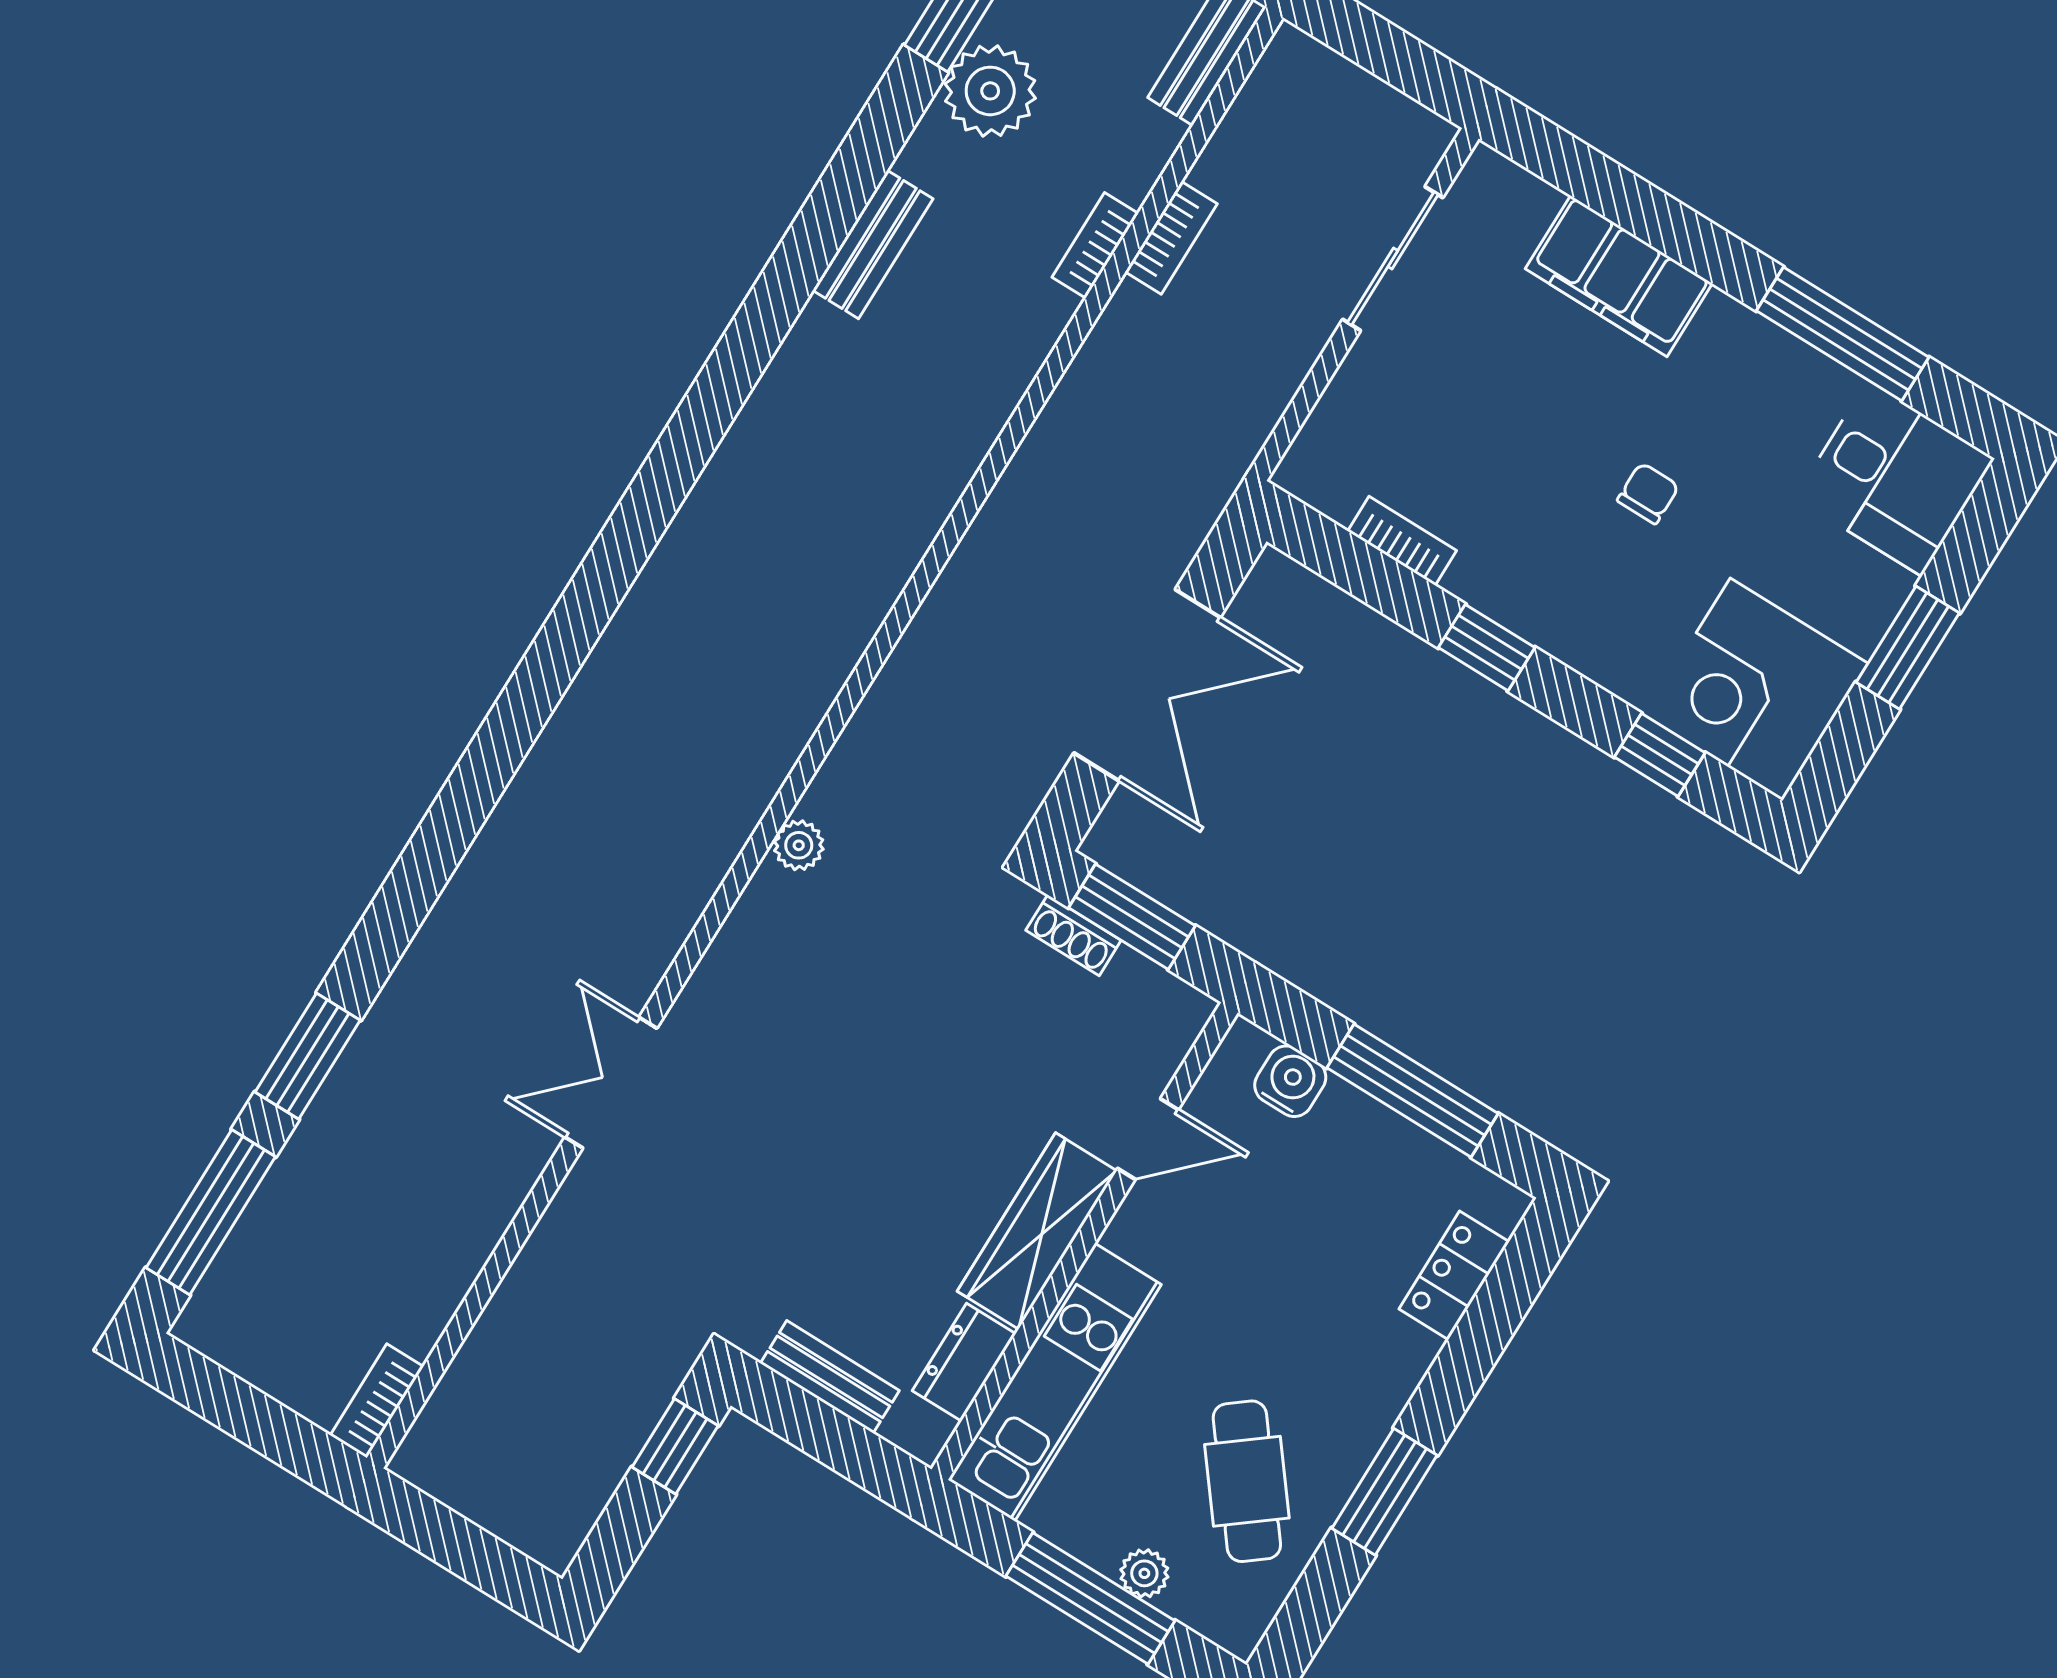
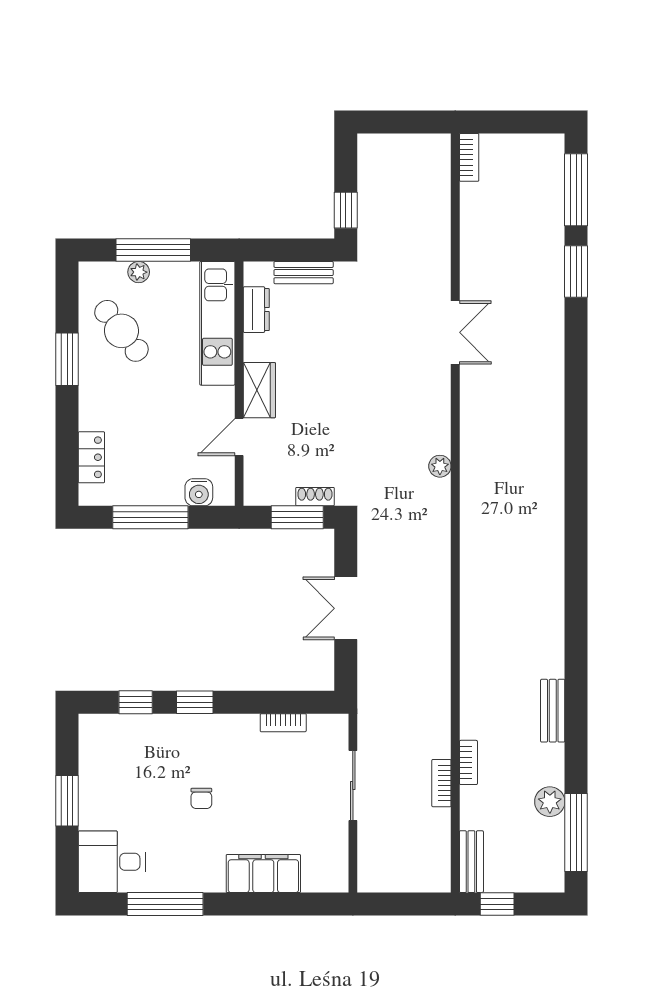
plant: (990, 91) -> (550, 802), width x0.73, depth x0.73
sliding door: (1393, 259) -> (353, 785), moved
window: (1487, 648) -> (195, 702), moved
double door: (1147, 685) -> (346, 608), width x0.73
corner desk: (1756, 689) -> (114, 750), removed
wardrobe: (1037, 1231) -> (259, 390), width x0.67

